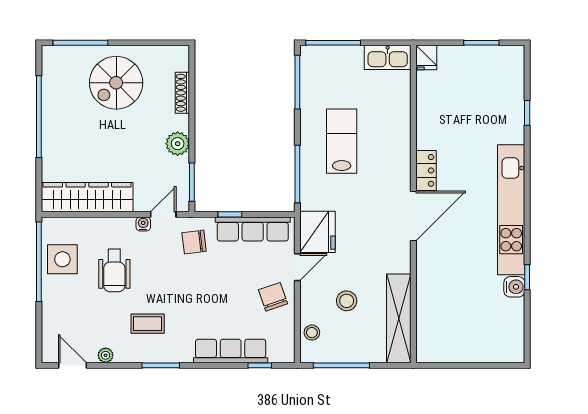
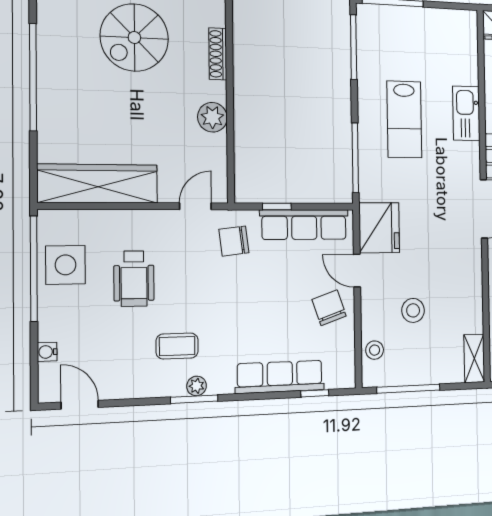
kitchen sink: (388, 57) -> (466, 113), moved, turned 90
lab bench: (342, 141) -> (404, 119), turned 180
window: (192, 182) -> (231, 166), removed
water cooler: (143, 224) -> (47, 352), moved, turned -90
door: (297, 267) -> (357, 271), swing flipped
shelving: (399, 318) -> (474, 358), width x0.45, depth x0.75
plant: (106, 355) -> (197, 386), moved

